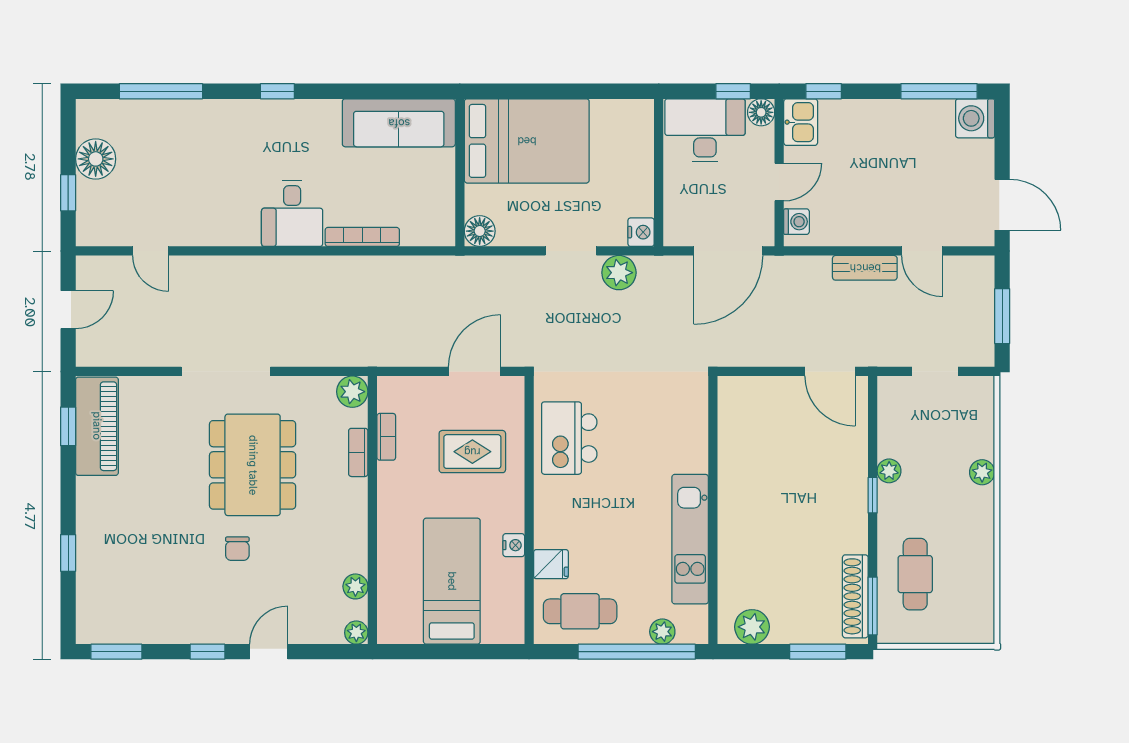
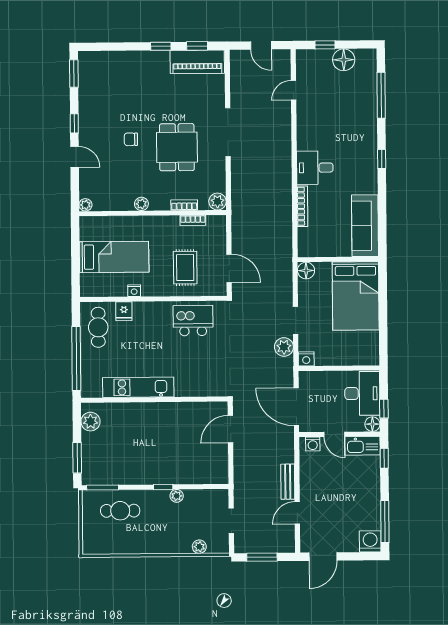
kitchen sink: (801, 122) -> (362, 446), width x1.38
door: (830, 371) -> (230, 429), moved
dining table: (253, 465) -> (177, 147), width x0.73
plant: (982, 472) -> (199, 547), moved
window: (68, 553) -> (161, 46), moved
plant: (355, 586) -> (141, 204), moved
shoe rack: (855, 596) -> (108, 478), removed
plant: (662, 632) -> (88, 372), removed

